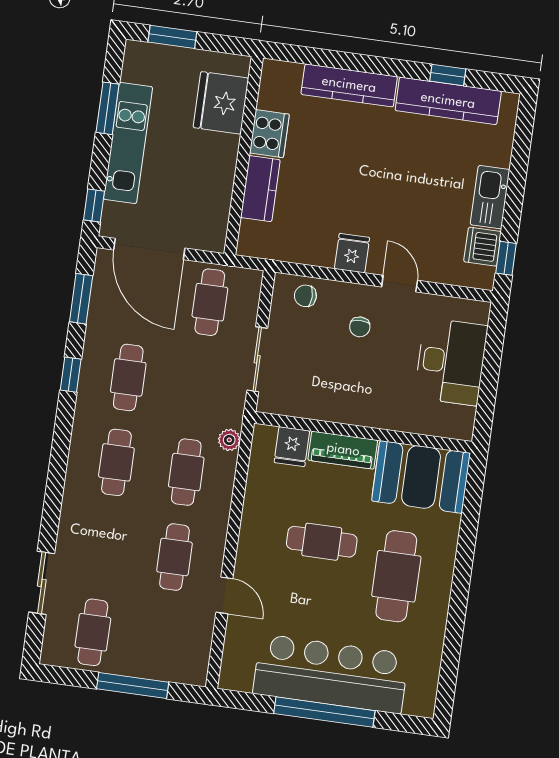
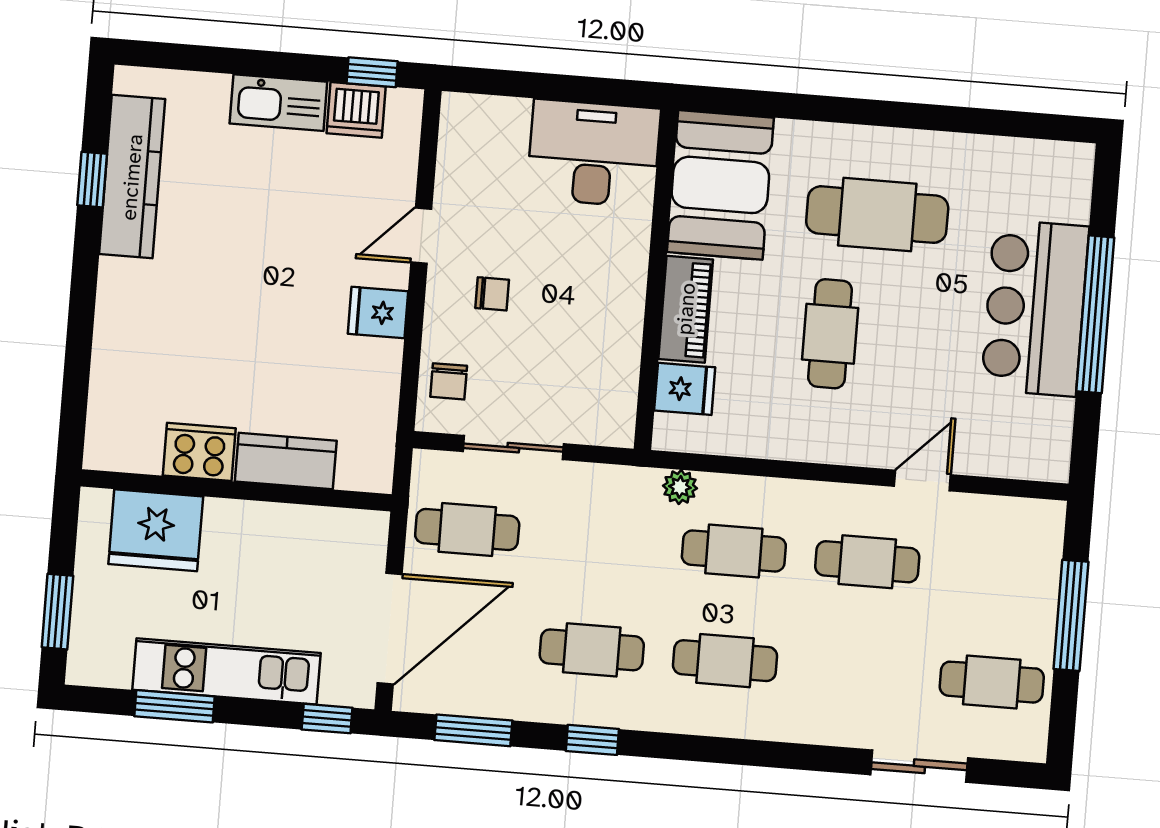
kitchen counter: (349, 85) -> (117, 332), removed
sliding door: (257, 359) -> (513, 448), moved
desk: (451, 362) -> (594, 153), moved
bar counter: (331, 674) -> (1035, 308), width x0.73

